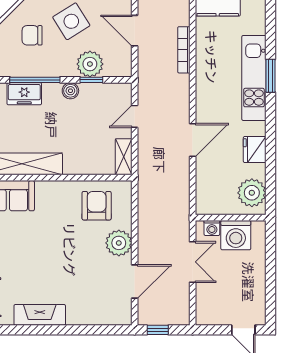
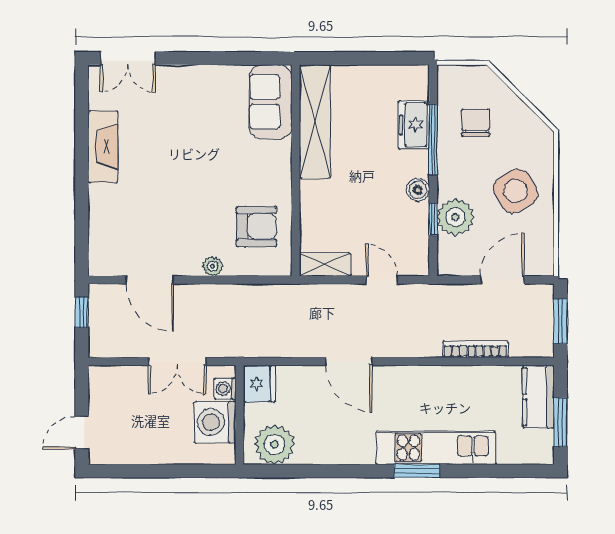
chair: (32, 35) -> (476, 123), moved
window: (270, 76) -> (417, 471), moved
fridge: (255, 150) -> (259, 384), moved, turned 90
plant: (119, 243) -> (213, 266), width x0.53, depth x0.53

